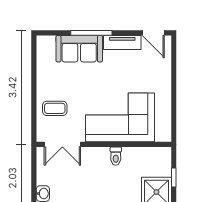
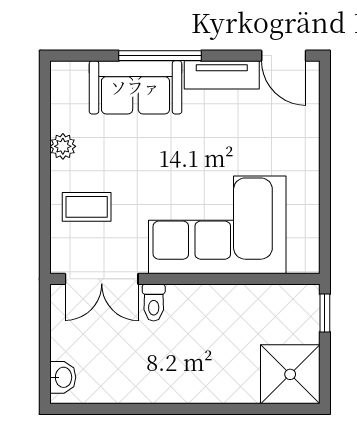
plant: (43, 78) -> (63, 146), added
toilet: (116, 156) -> (154, 302), moved
window: (174, 177) -> (325, 313), moved

